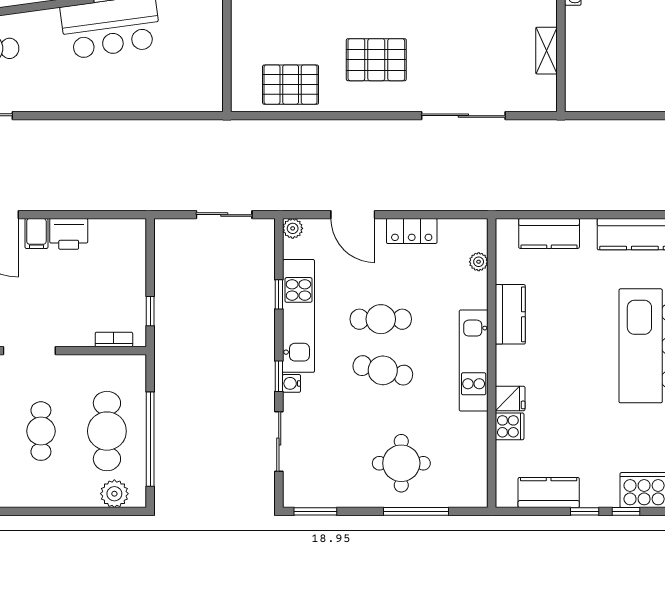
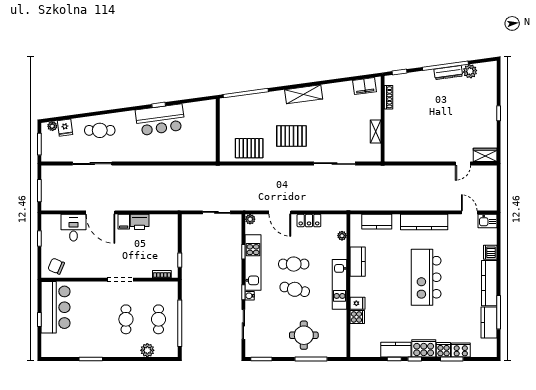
cafe table: (107, 431) -> (158, 319), width x0.73, depth x0.74
kitchen counter: (549, 493) -> (396, 350), moved
plant: (114, 494) -> (147, 350), moved

